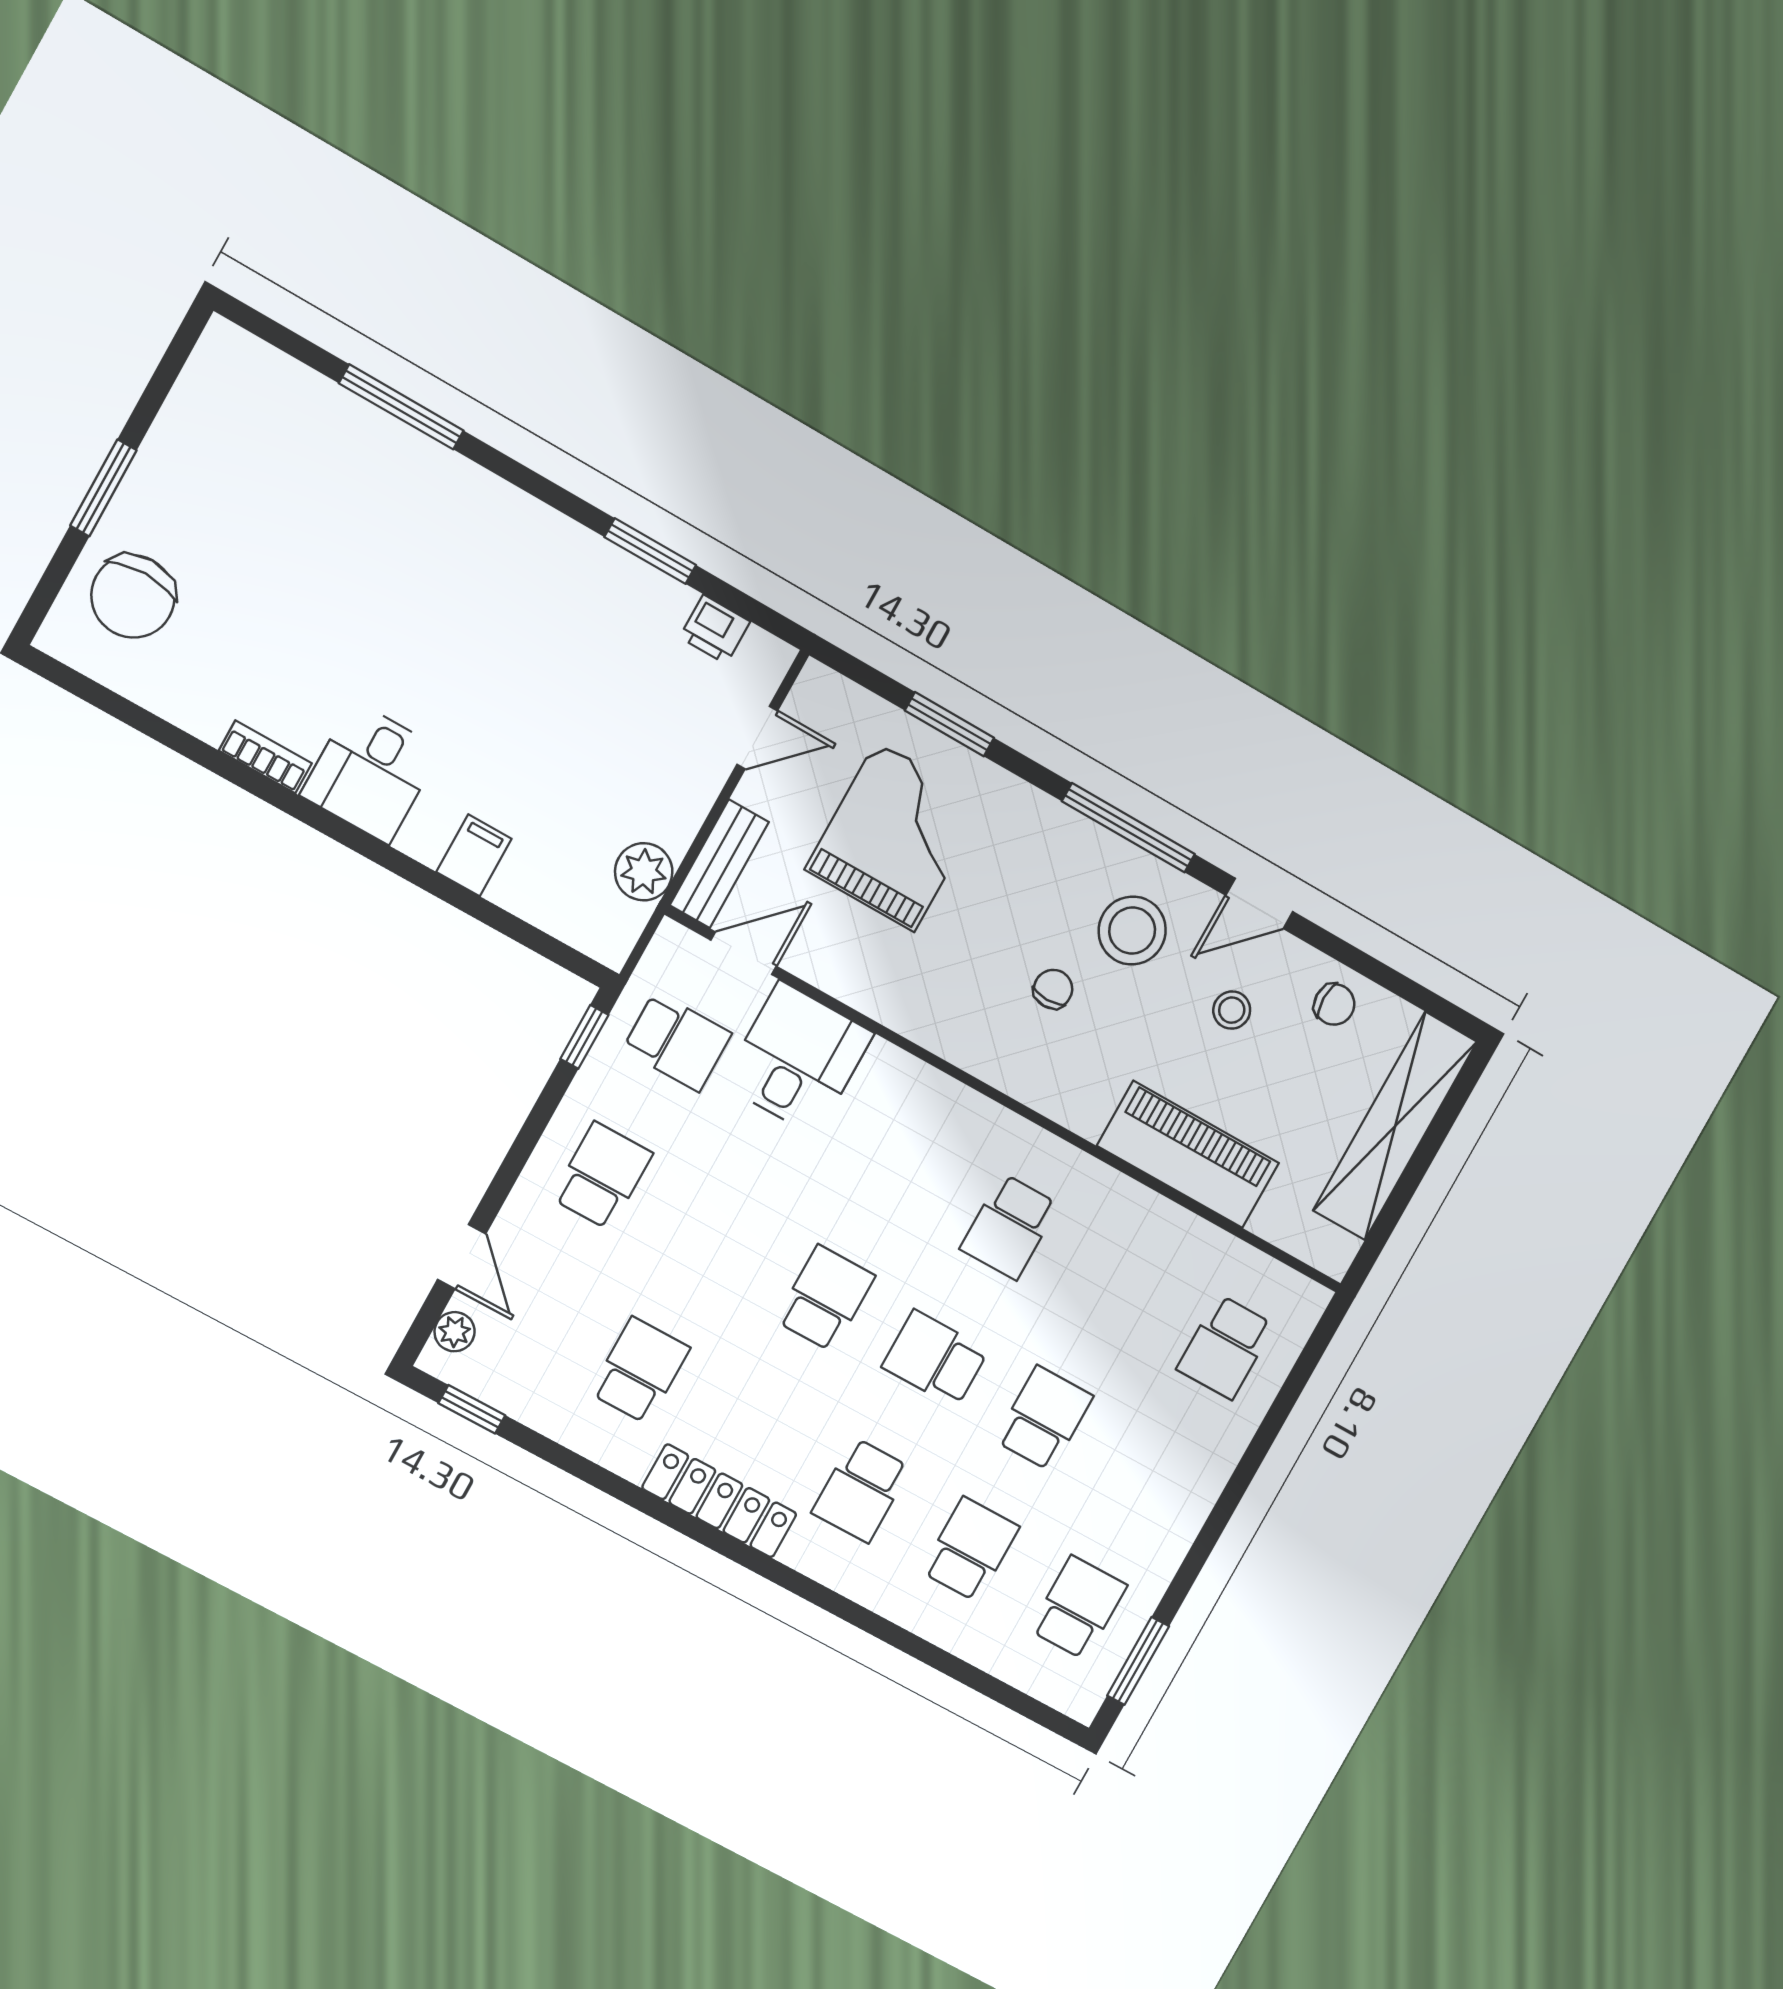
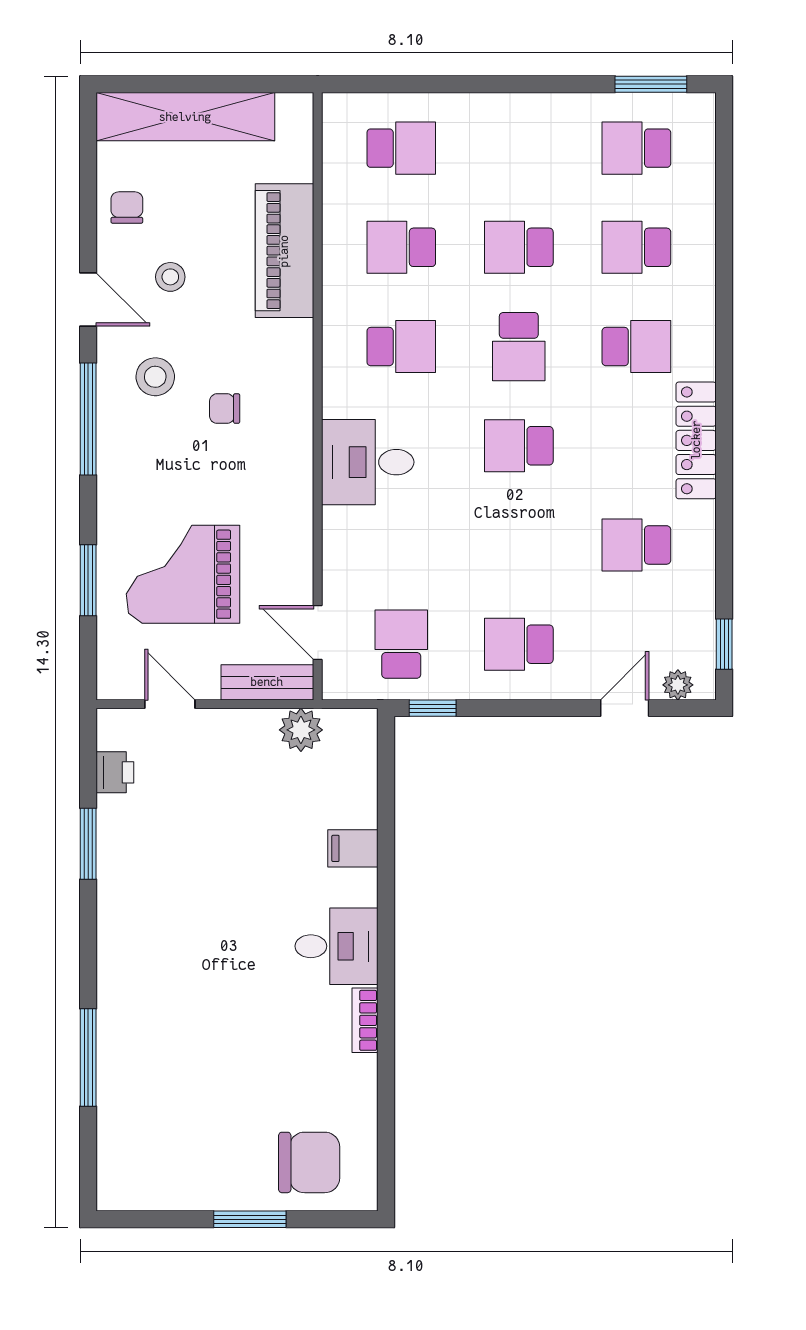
stool: (1132, 931) -> (155, 377), width x0.73, depth x0.73
desk: (798, 1059) -> (368, 462), moved
school desk: (1118, 1287) -> (401, 247), added

